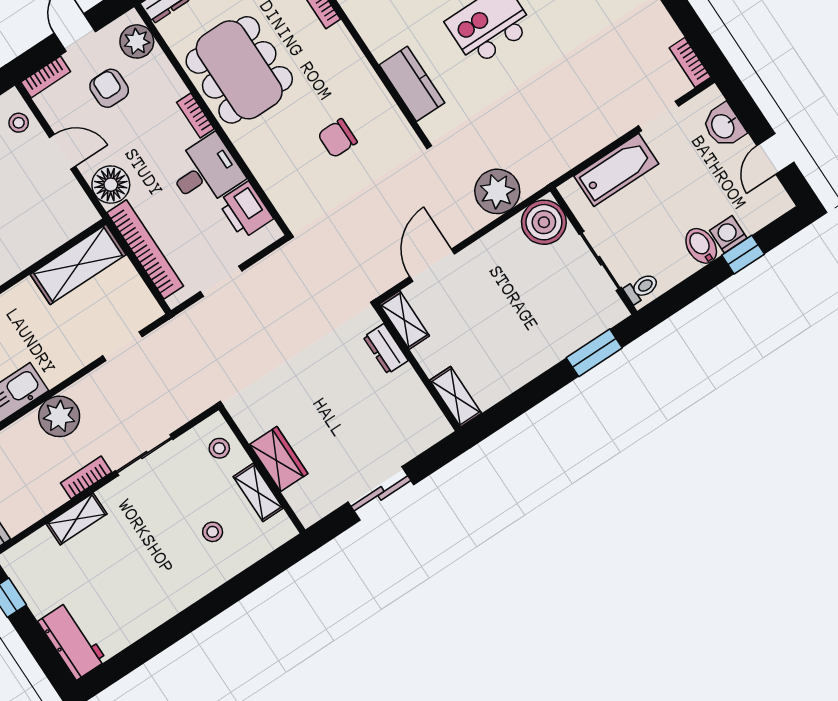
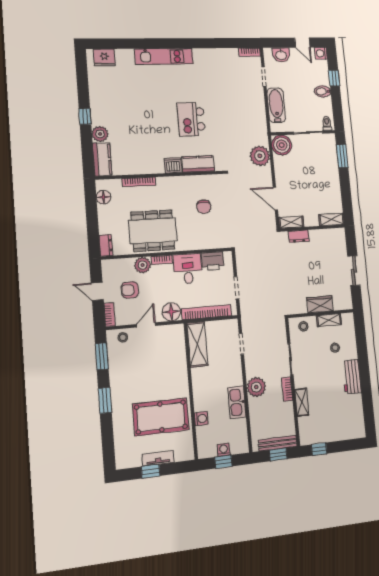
dishwasher: (382, 39) -> (173, 165), added
plant: (137, 41) -> (143, 265), moved
washing machine: (728, 234) -> (321, 53), moved
workbench: (72, 641) -> (352, 377), moved, turned -90

